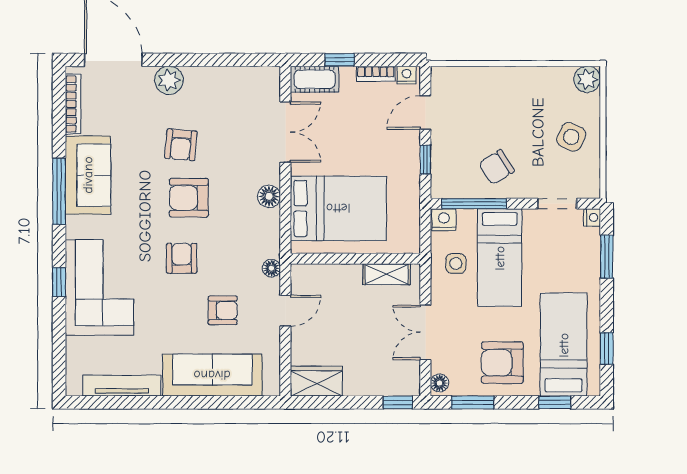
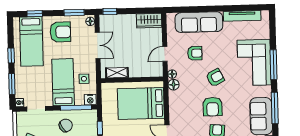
floor lamp: (269, 196) -> (174, 85), moved
armchair: (189, 198) -> (213, 107), turned 90
armchair: (182, 258) -> (215, 78), turned -117
window: (59, 282) -> (274, 65), width x2.17
armchair: (223, 310) -> (195, 53), turned 180
window: (607, 348) -> (11, 56), moved

